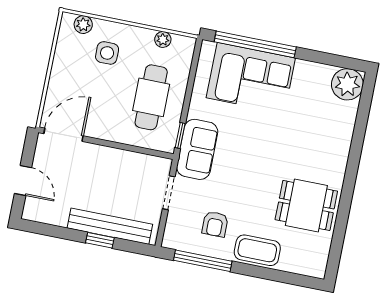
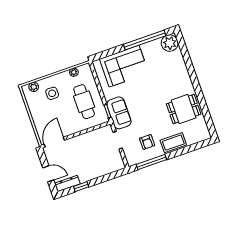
window: (255, 44) -> (145, 40), moved
dresser: (45, 215) -> (67, 183), added
bench: (110, 226) -> (100, 171), removed
window: (100, 240) -> (81, 187), moved

